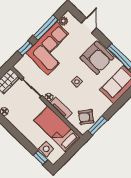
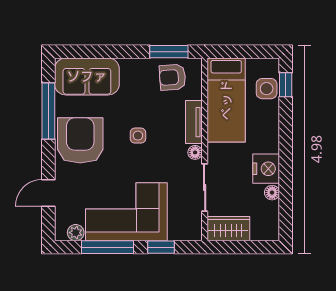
armchair: (86, 117) -> (173, 77), turned 139
nightstand: (16, 118) -> (266, 169), added

